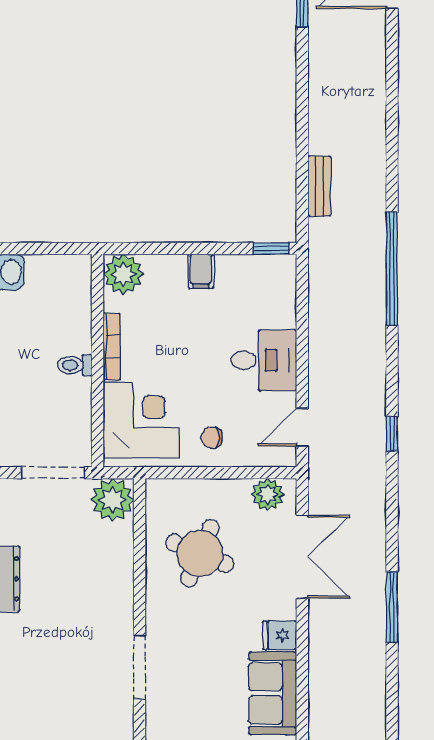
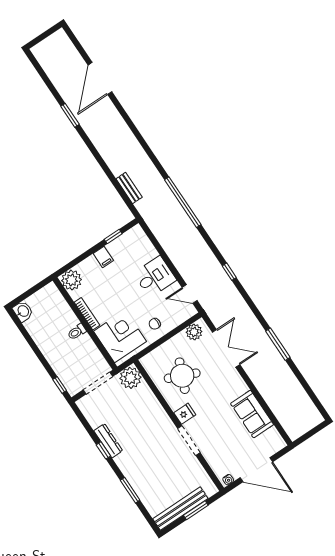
window: (271, 248) -> (113, 237), moved
door: (302, 427) -> (190, 294), hinge flipped
fridge: (280, 635) -> (185, 414), moved, turned 180

